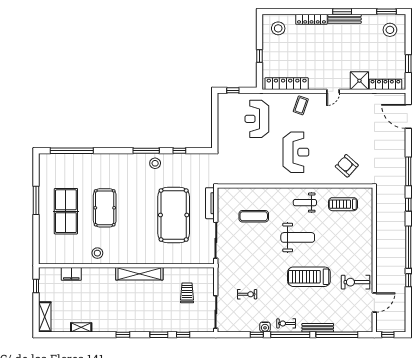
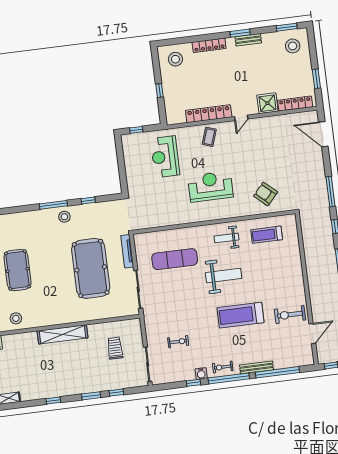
bench: (344, 19) -> (248, 40), width x0.73
locker: (287, 84) -> (209, 114), moved
reception desk: (296, 152) -> (210, 186), turned -90
exercise mat: (254, 216) -> (175, 259), width x1.36, depth x1.45

